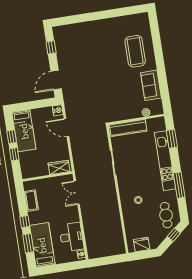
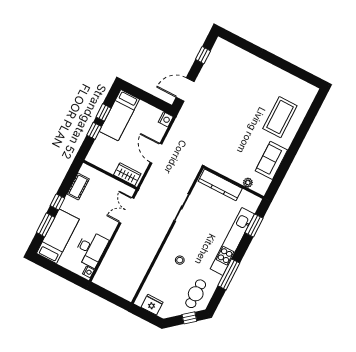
door: (66, 127) -> (156, 153), moved

